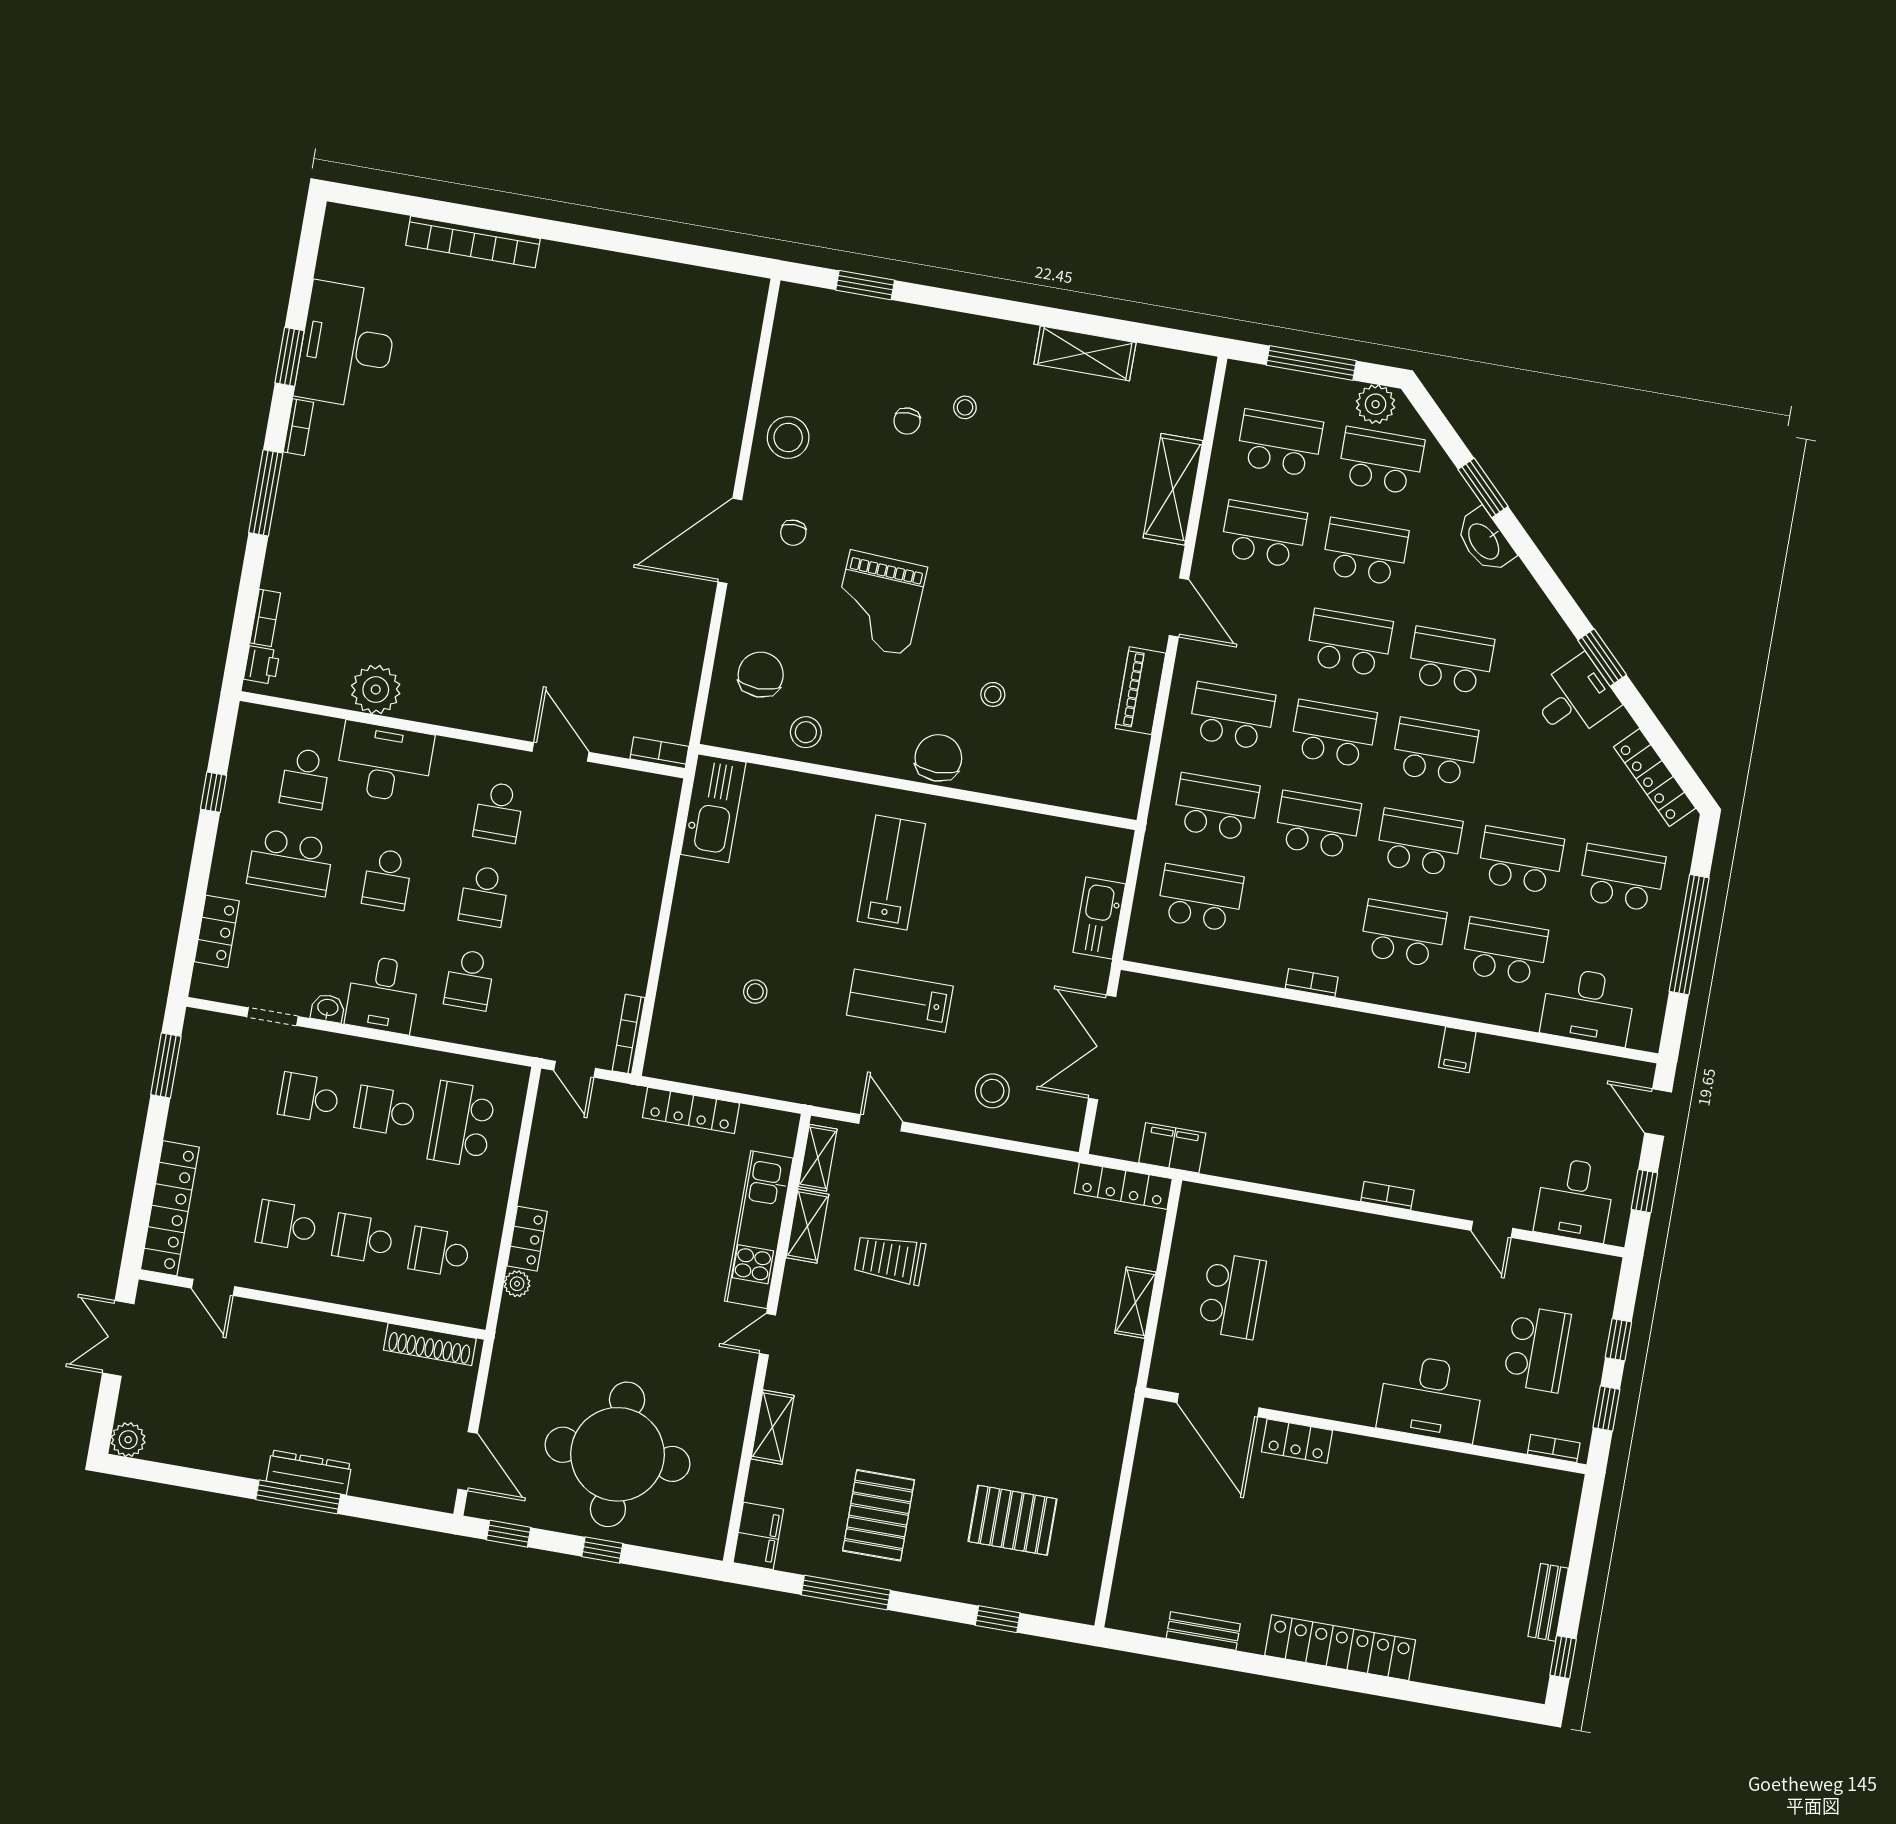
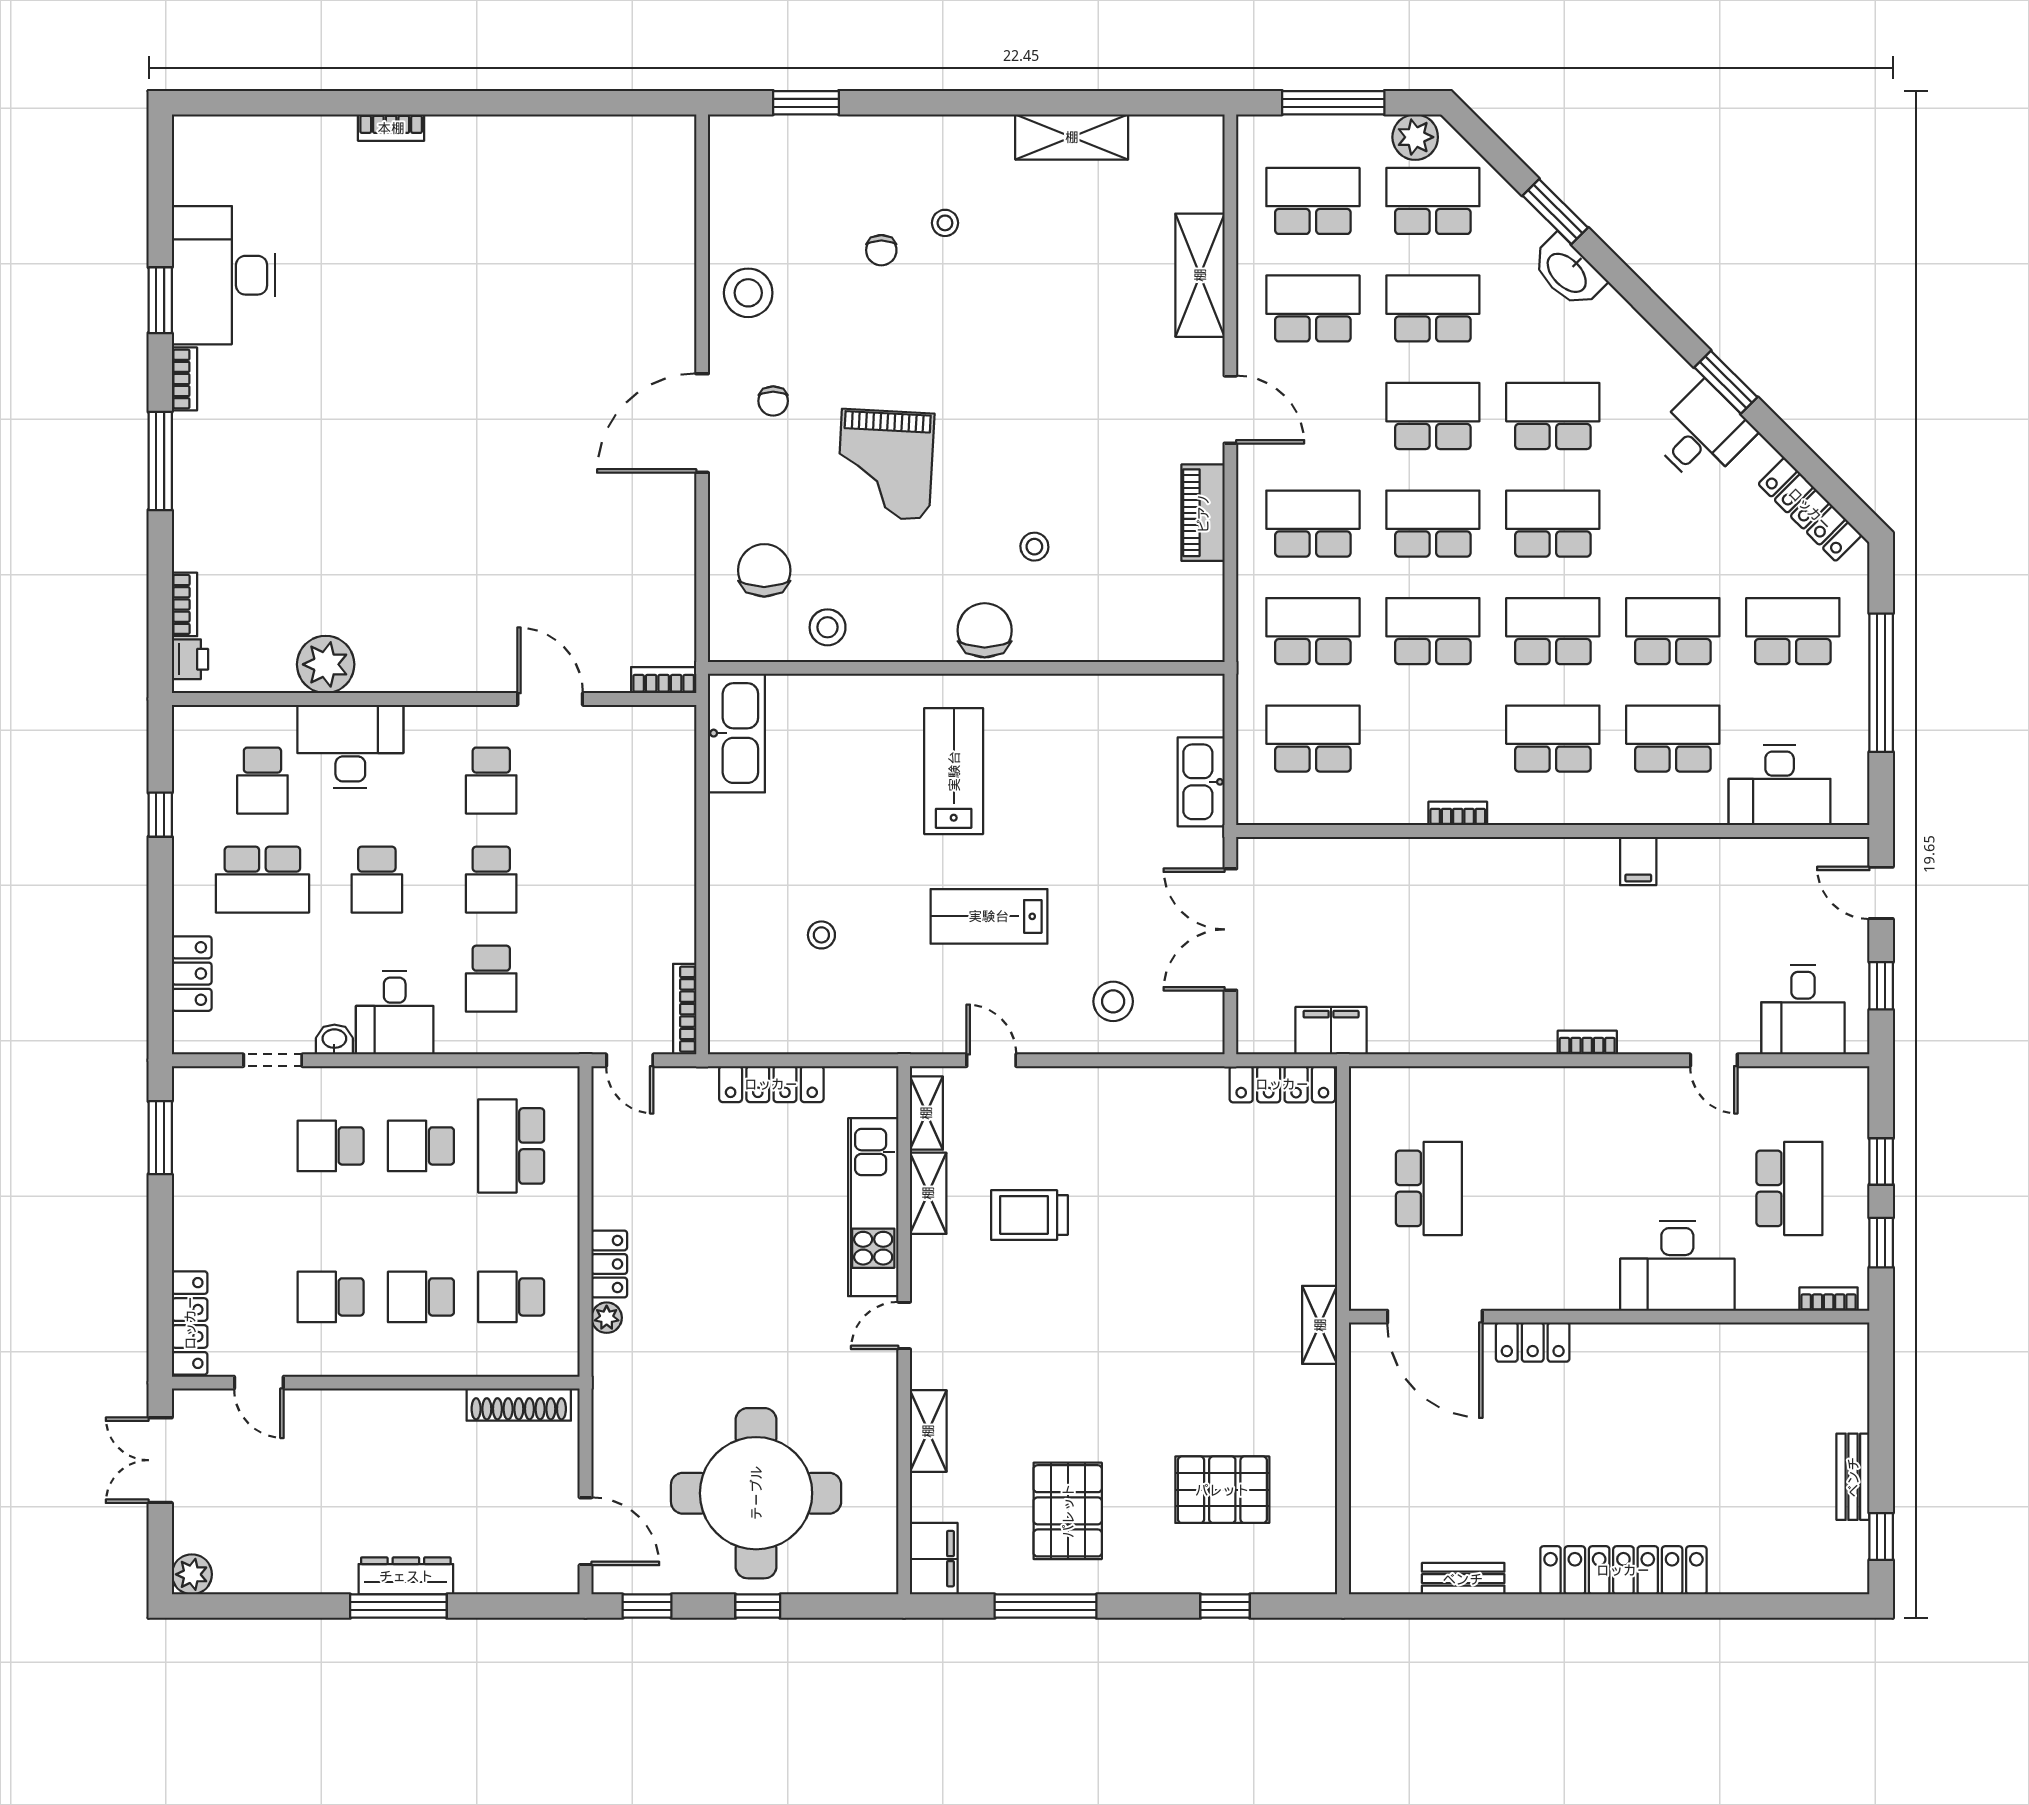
bookcase: (473, 242) -> (391, 128), width x0.43, depth x0.76
locker: (170, 1208) -> (190, 1323), width x0.71, depth x0.83
shelving: (1135, 1303) -> (1320, 1325), moved

